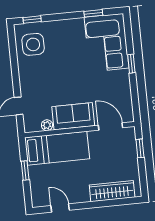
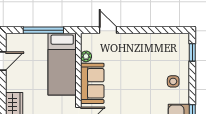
side table: (33, 44) -> (173, 81), moved, width x0.54, depth x0.54
window: (25, 170) -> (43, 30), width x2.17

